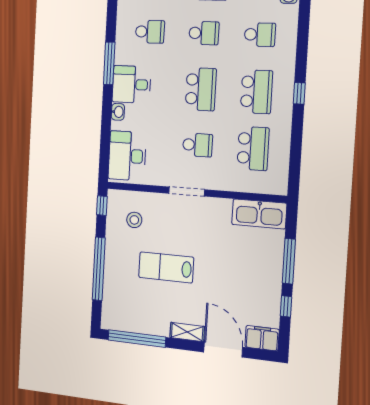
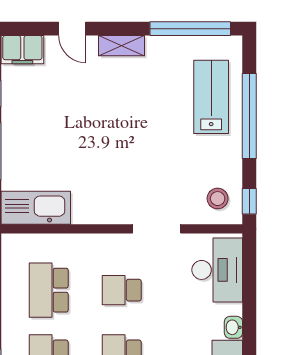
doorway: (186, 192) -> (157, 229), moved
stool: (134, 220) -> (218, 199), moved
lab bench: (166, 267) -> (211, 97), moved, turned -90
door: (223, 350) -> (72, 29), width x0.53

